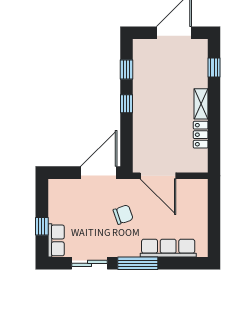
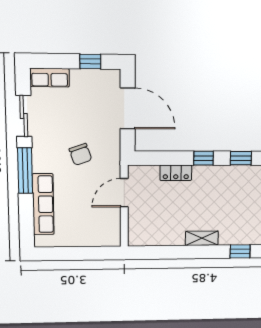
locker: (201, 135) -> (176, 173), moved, turned 180
door: (99, 173) -> (128, 108), moved
door: (158, 176) -> (124, 193), width x0.73
window: (42, 226) -> (90, 61), moved

